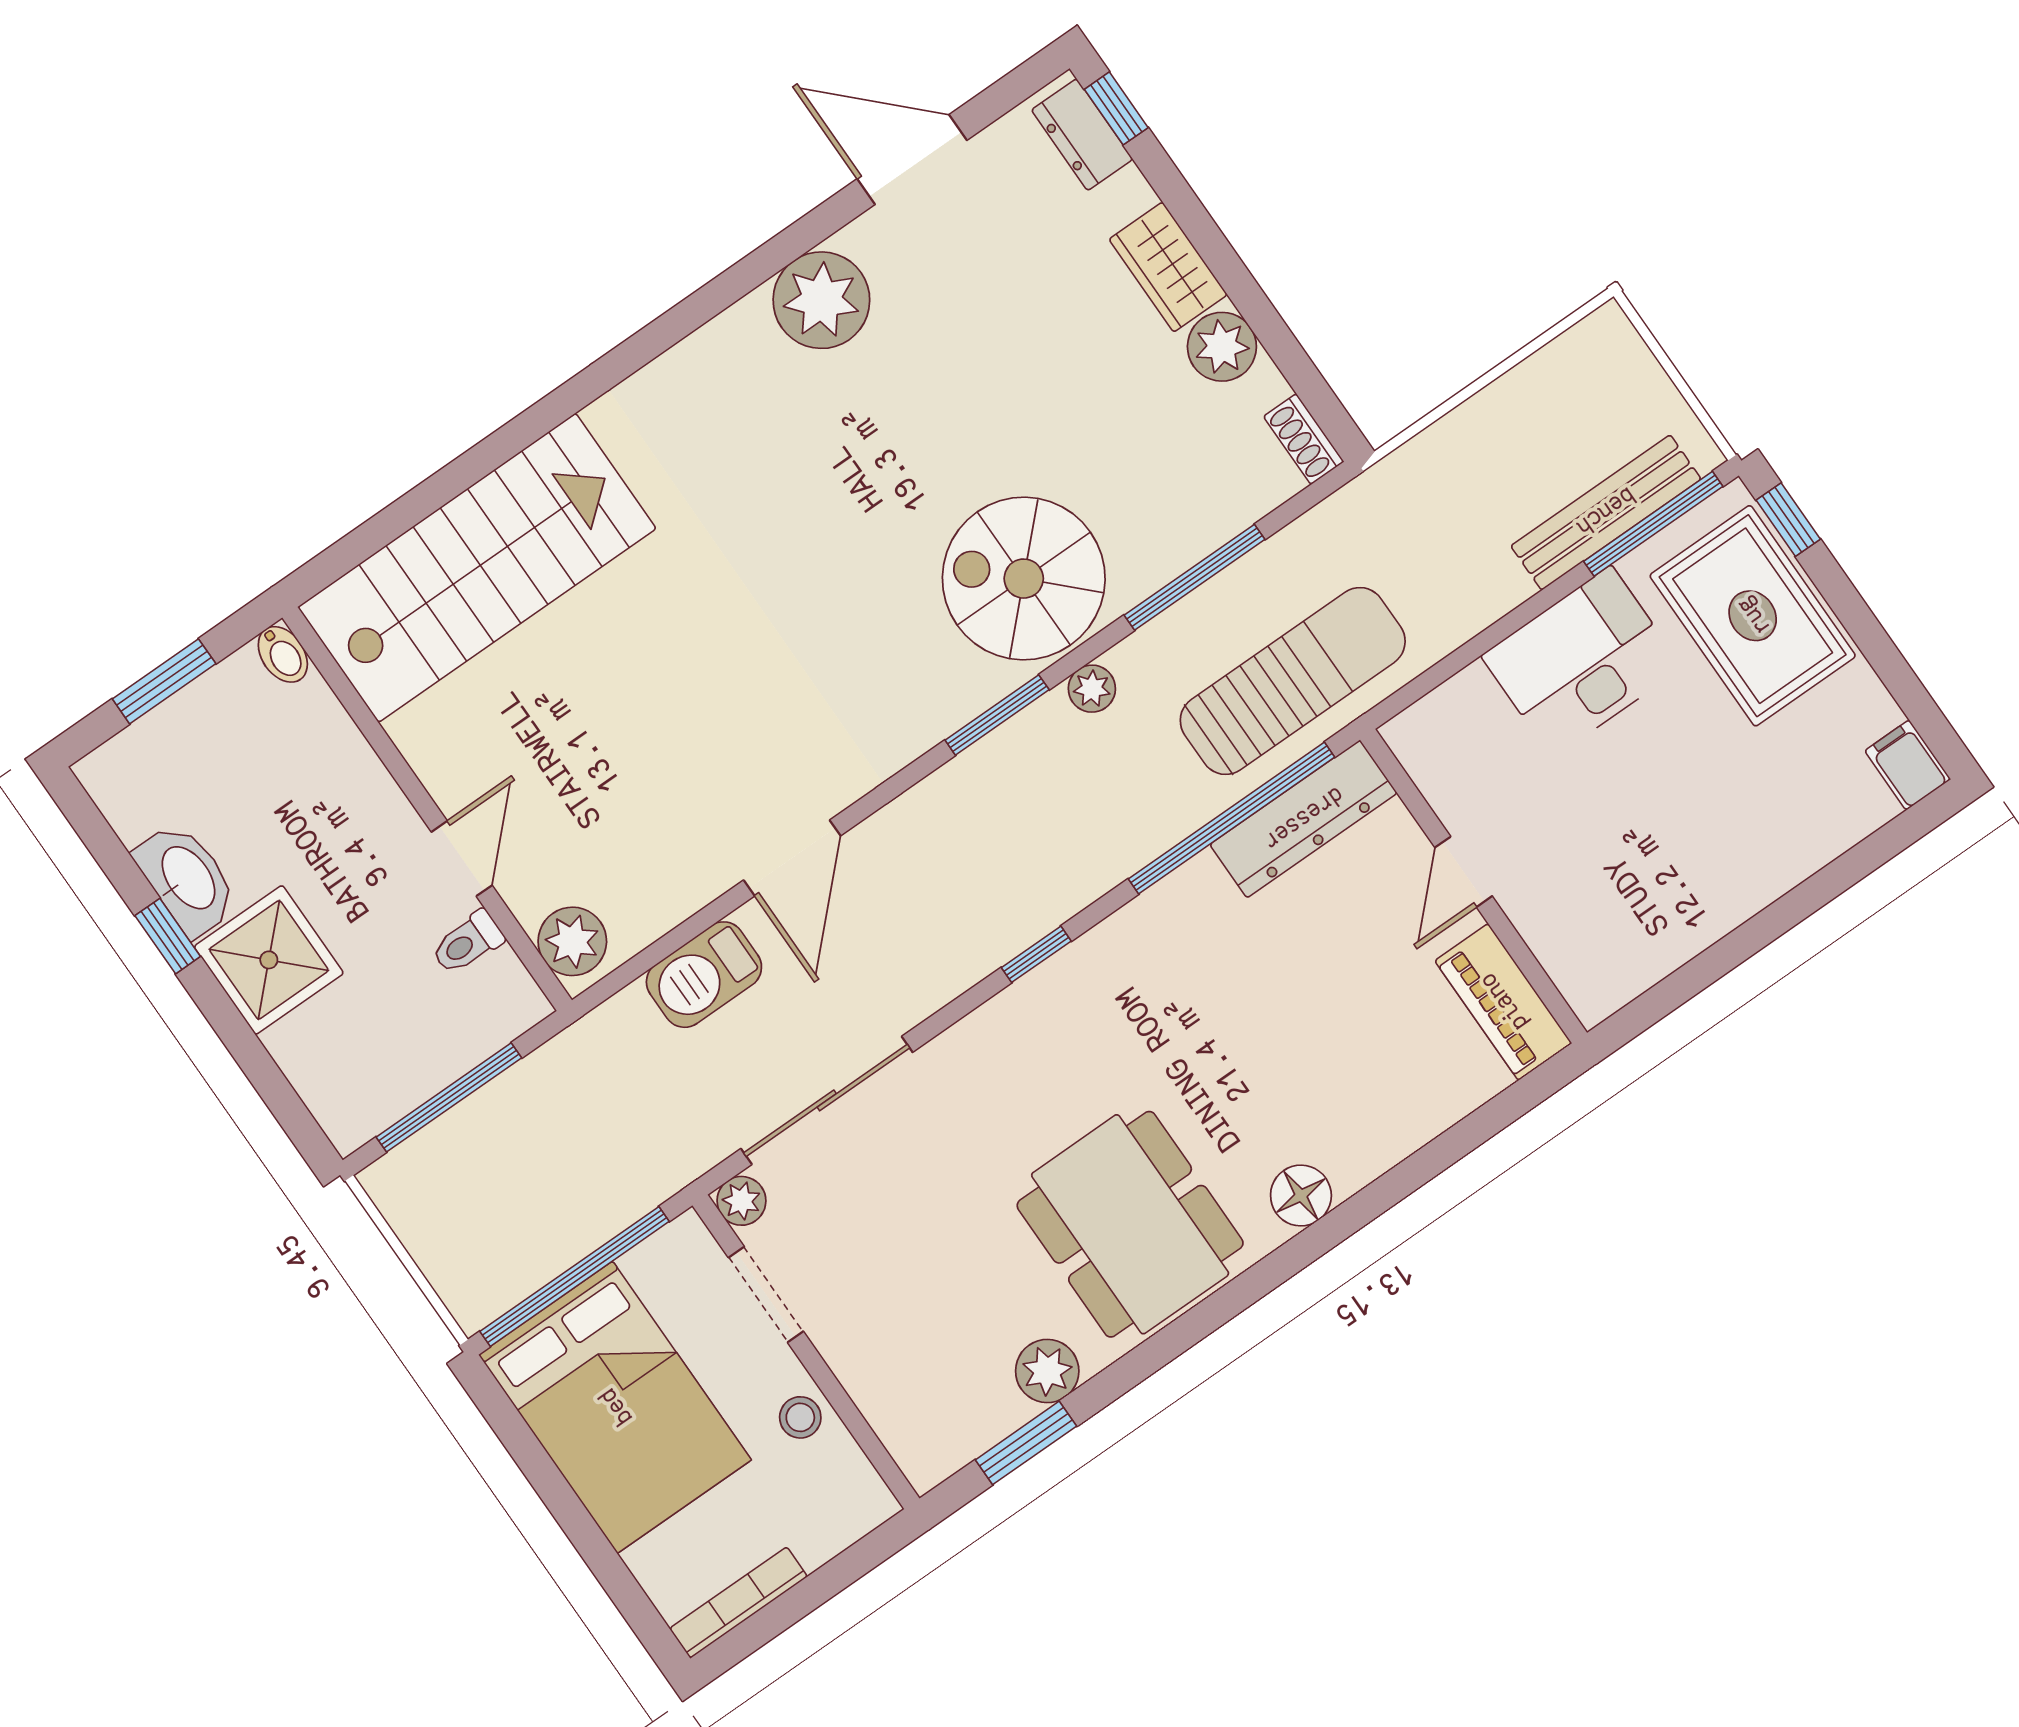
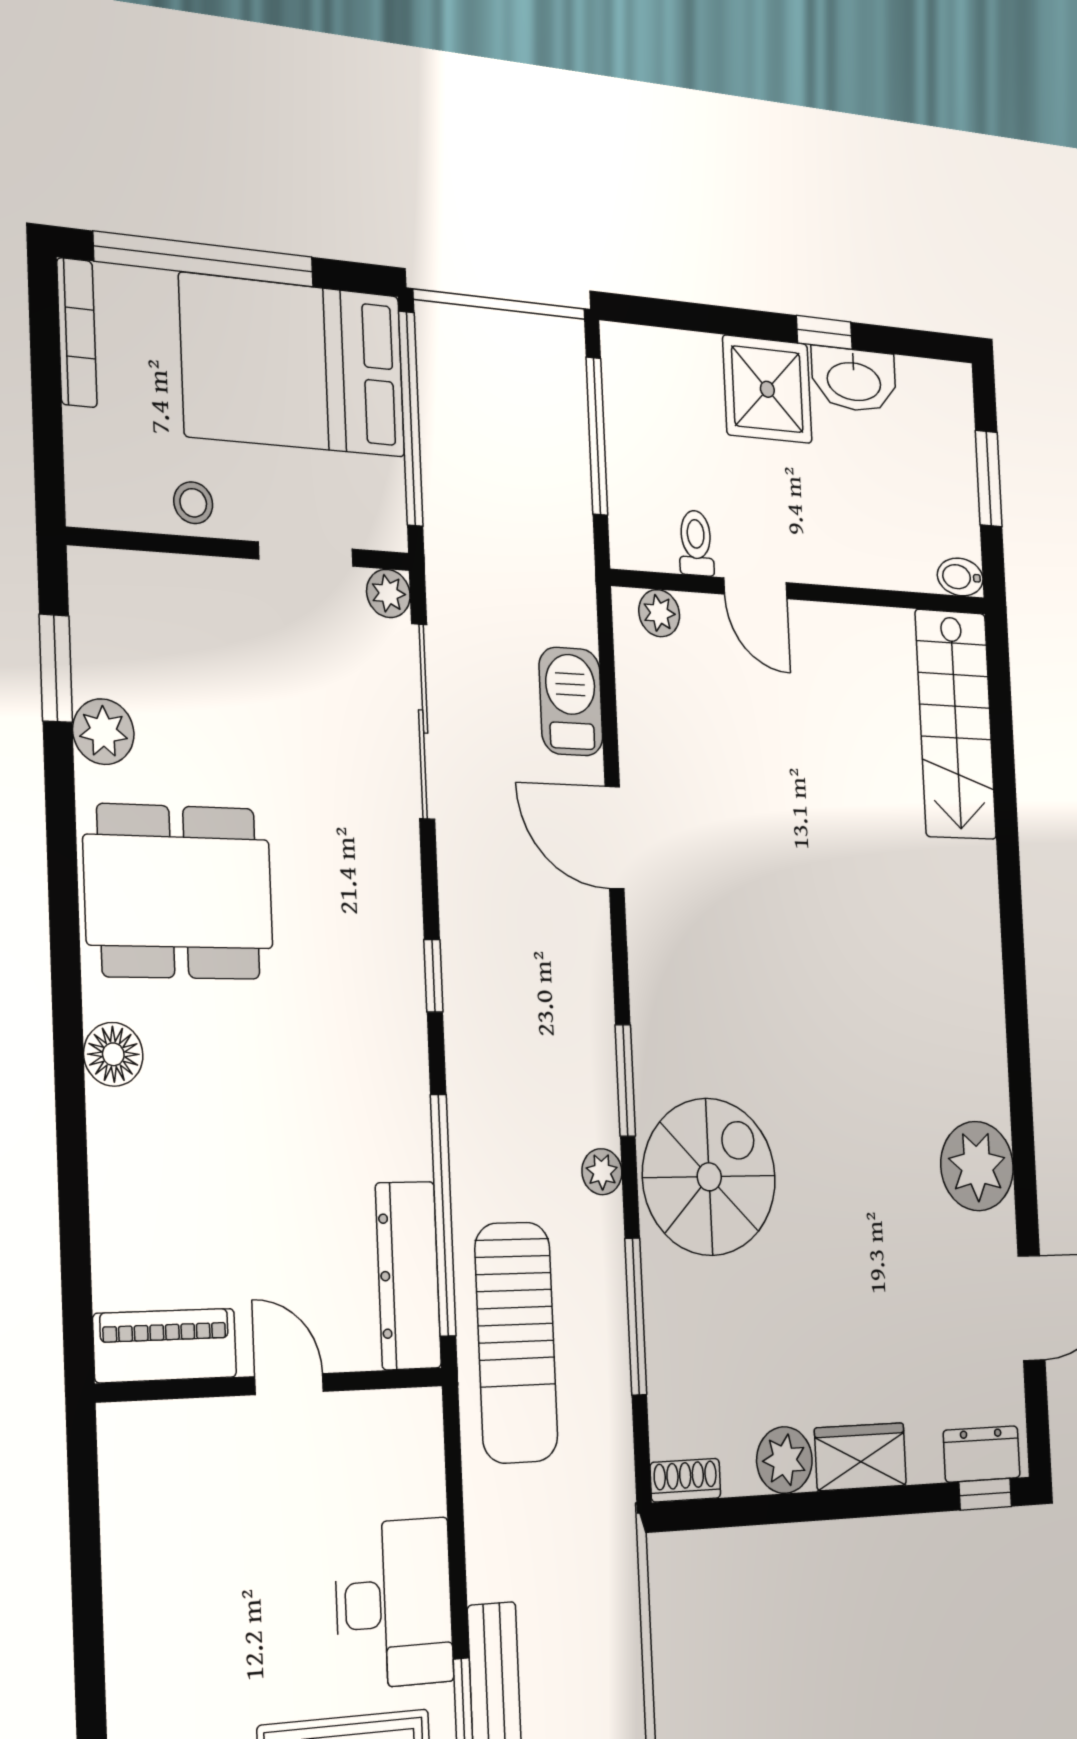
stairs: (477, 568) -> (956, 724), width x0.73, depth x0.66
plant: (572, 941) -> (659, 613), width x0.73, depth x0.73
window: (588, 1539) -> (205, 259), added

